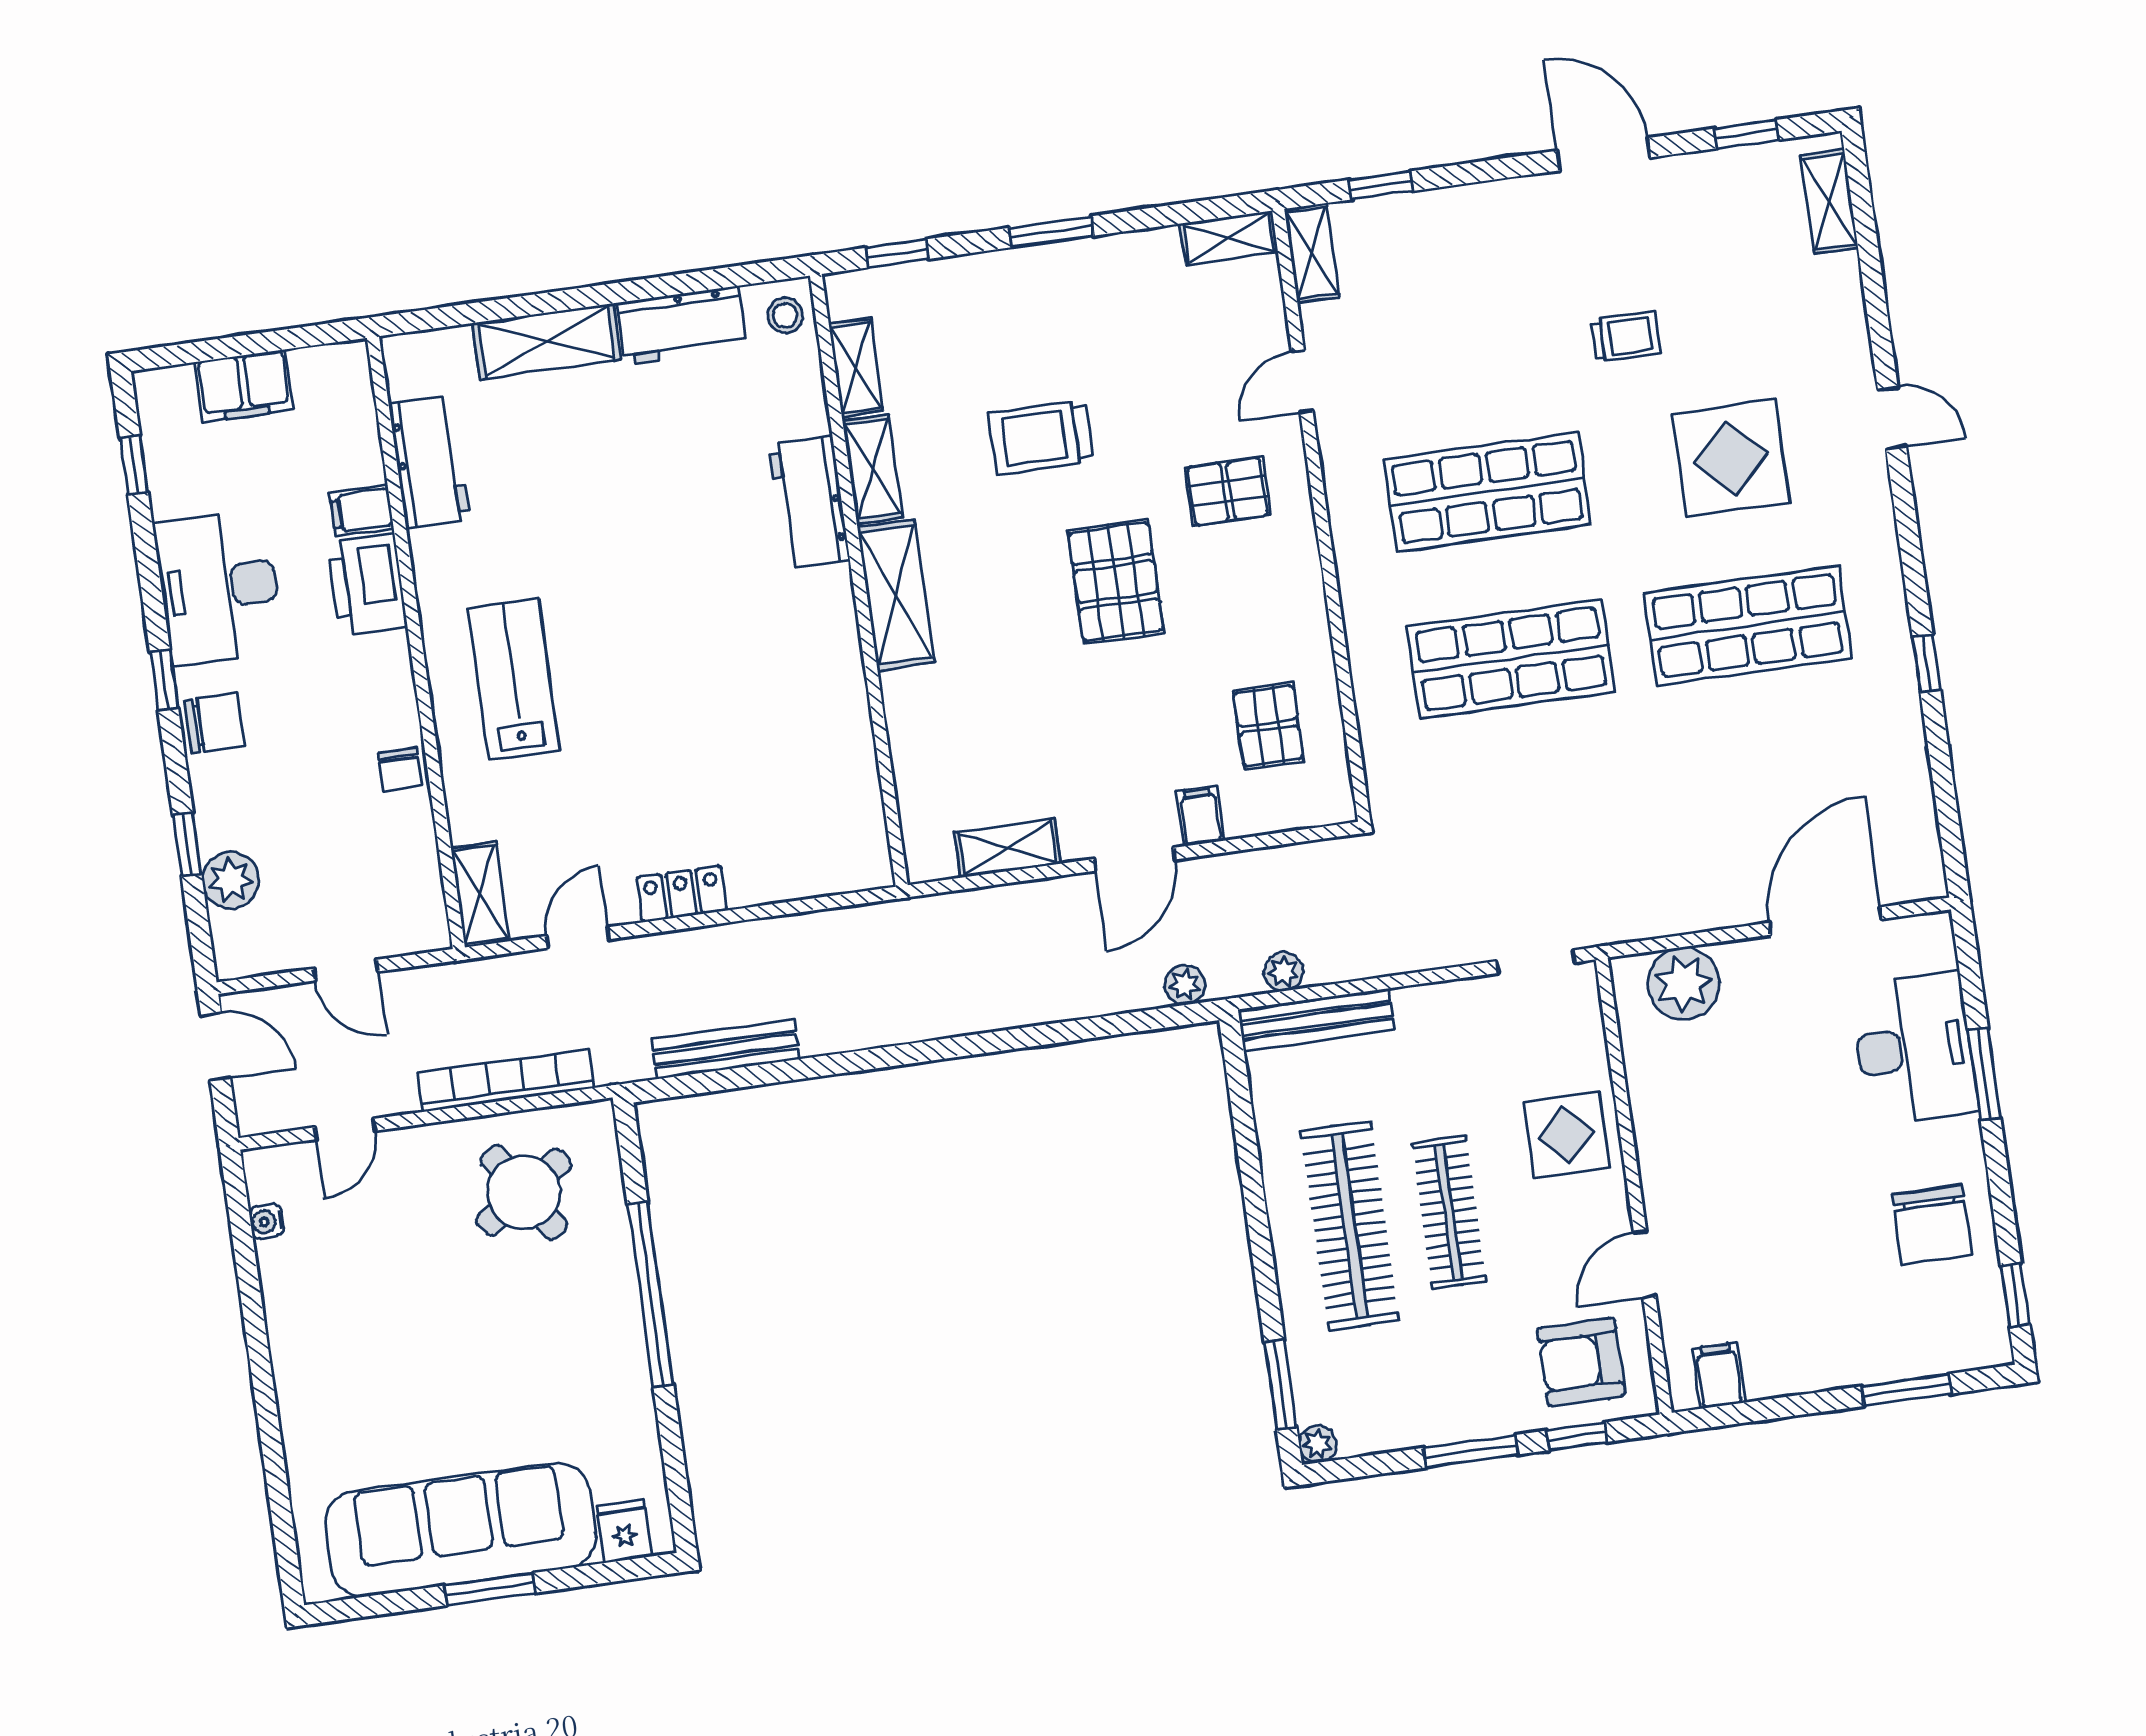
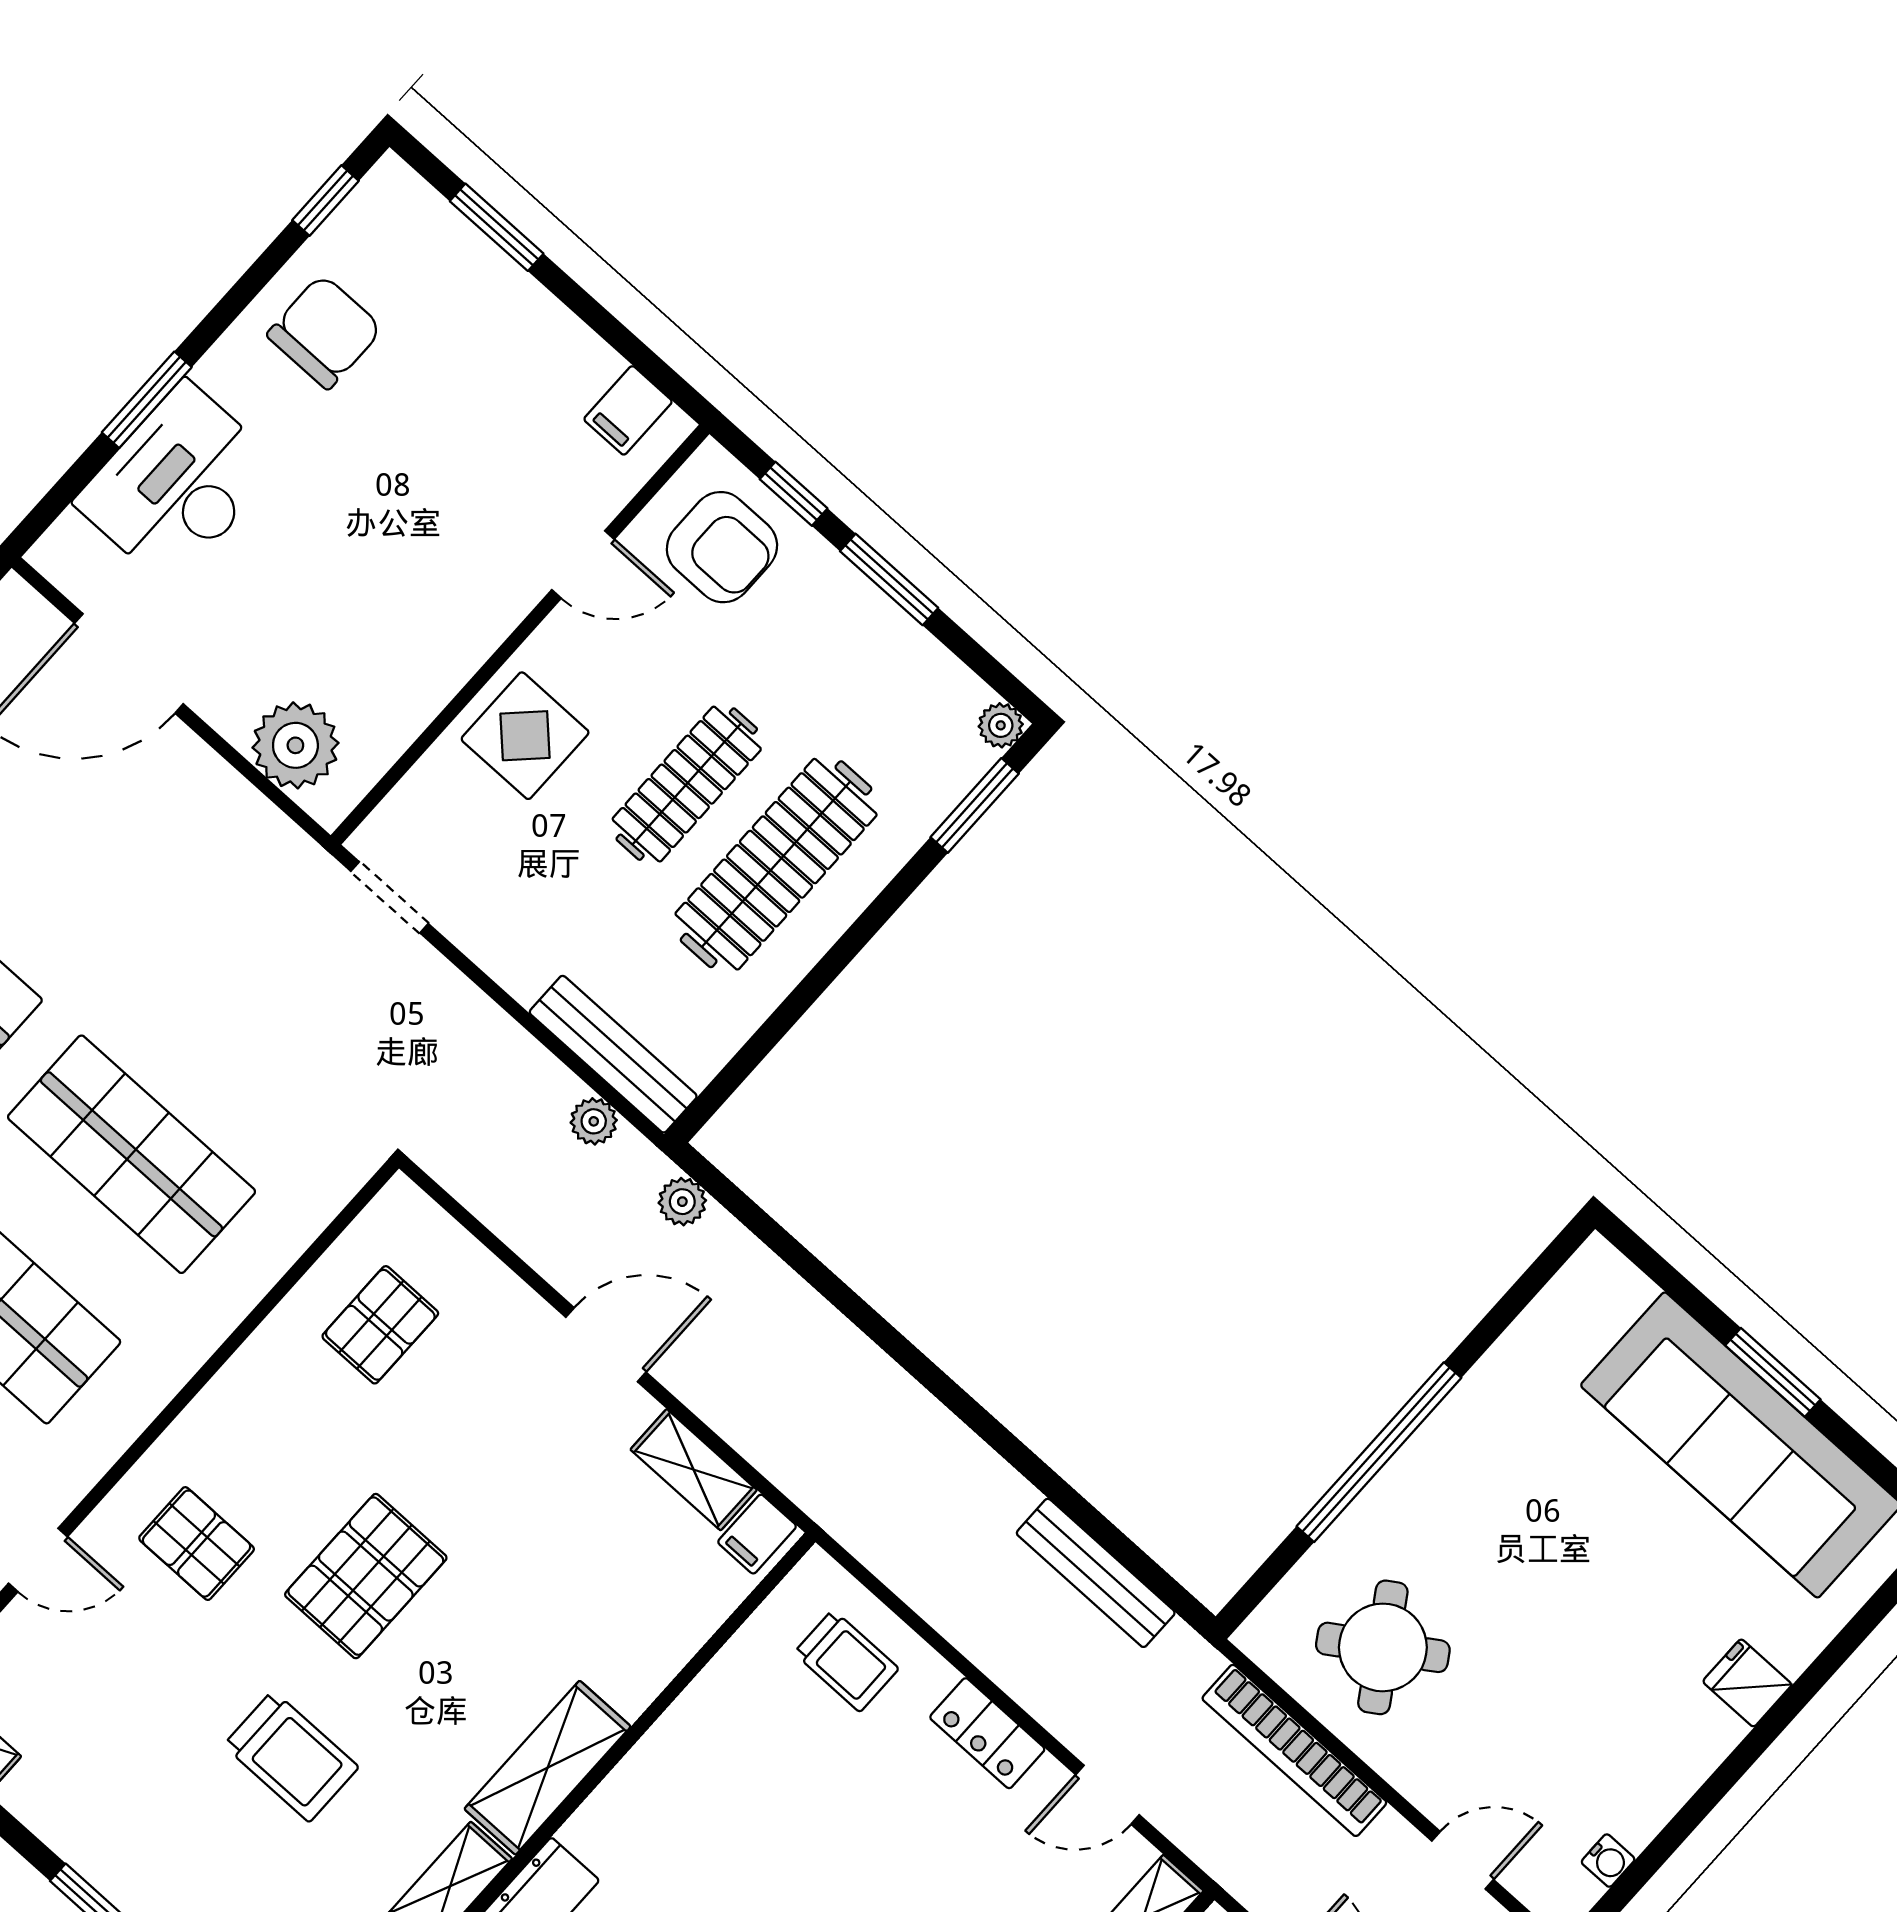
filing cabinet: (1200, 816) -> (757, 1534), moved
trolley: (804, 843) -> (846, 1661), added
fridge: (624, 1531) -> (1747, 1683), moved, turned 90

